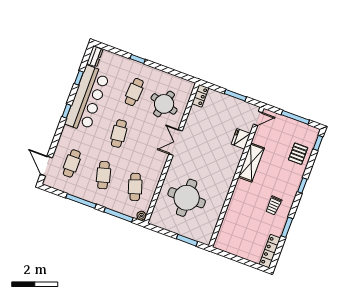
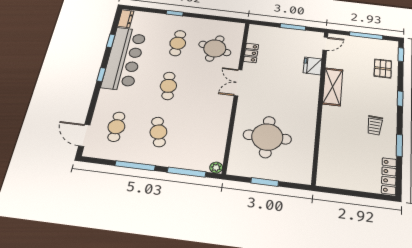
locker: (200, 96) -> (251, 53), moved
cafe table: (135, 187) -> (201, 137), removed
window: (187, 240) -> (265, 182), moved

